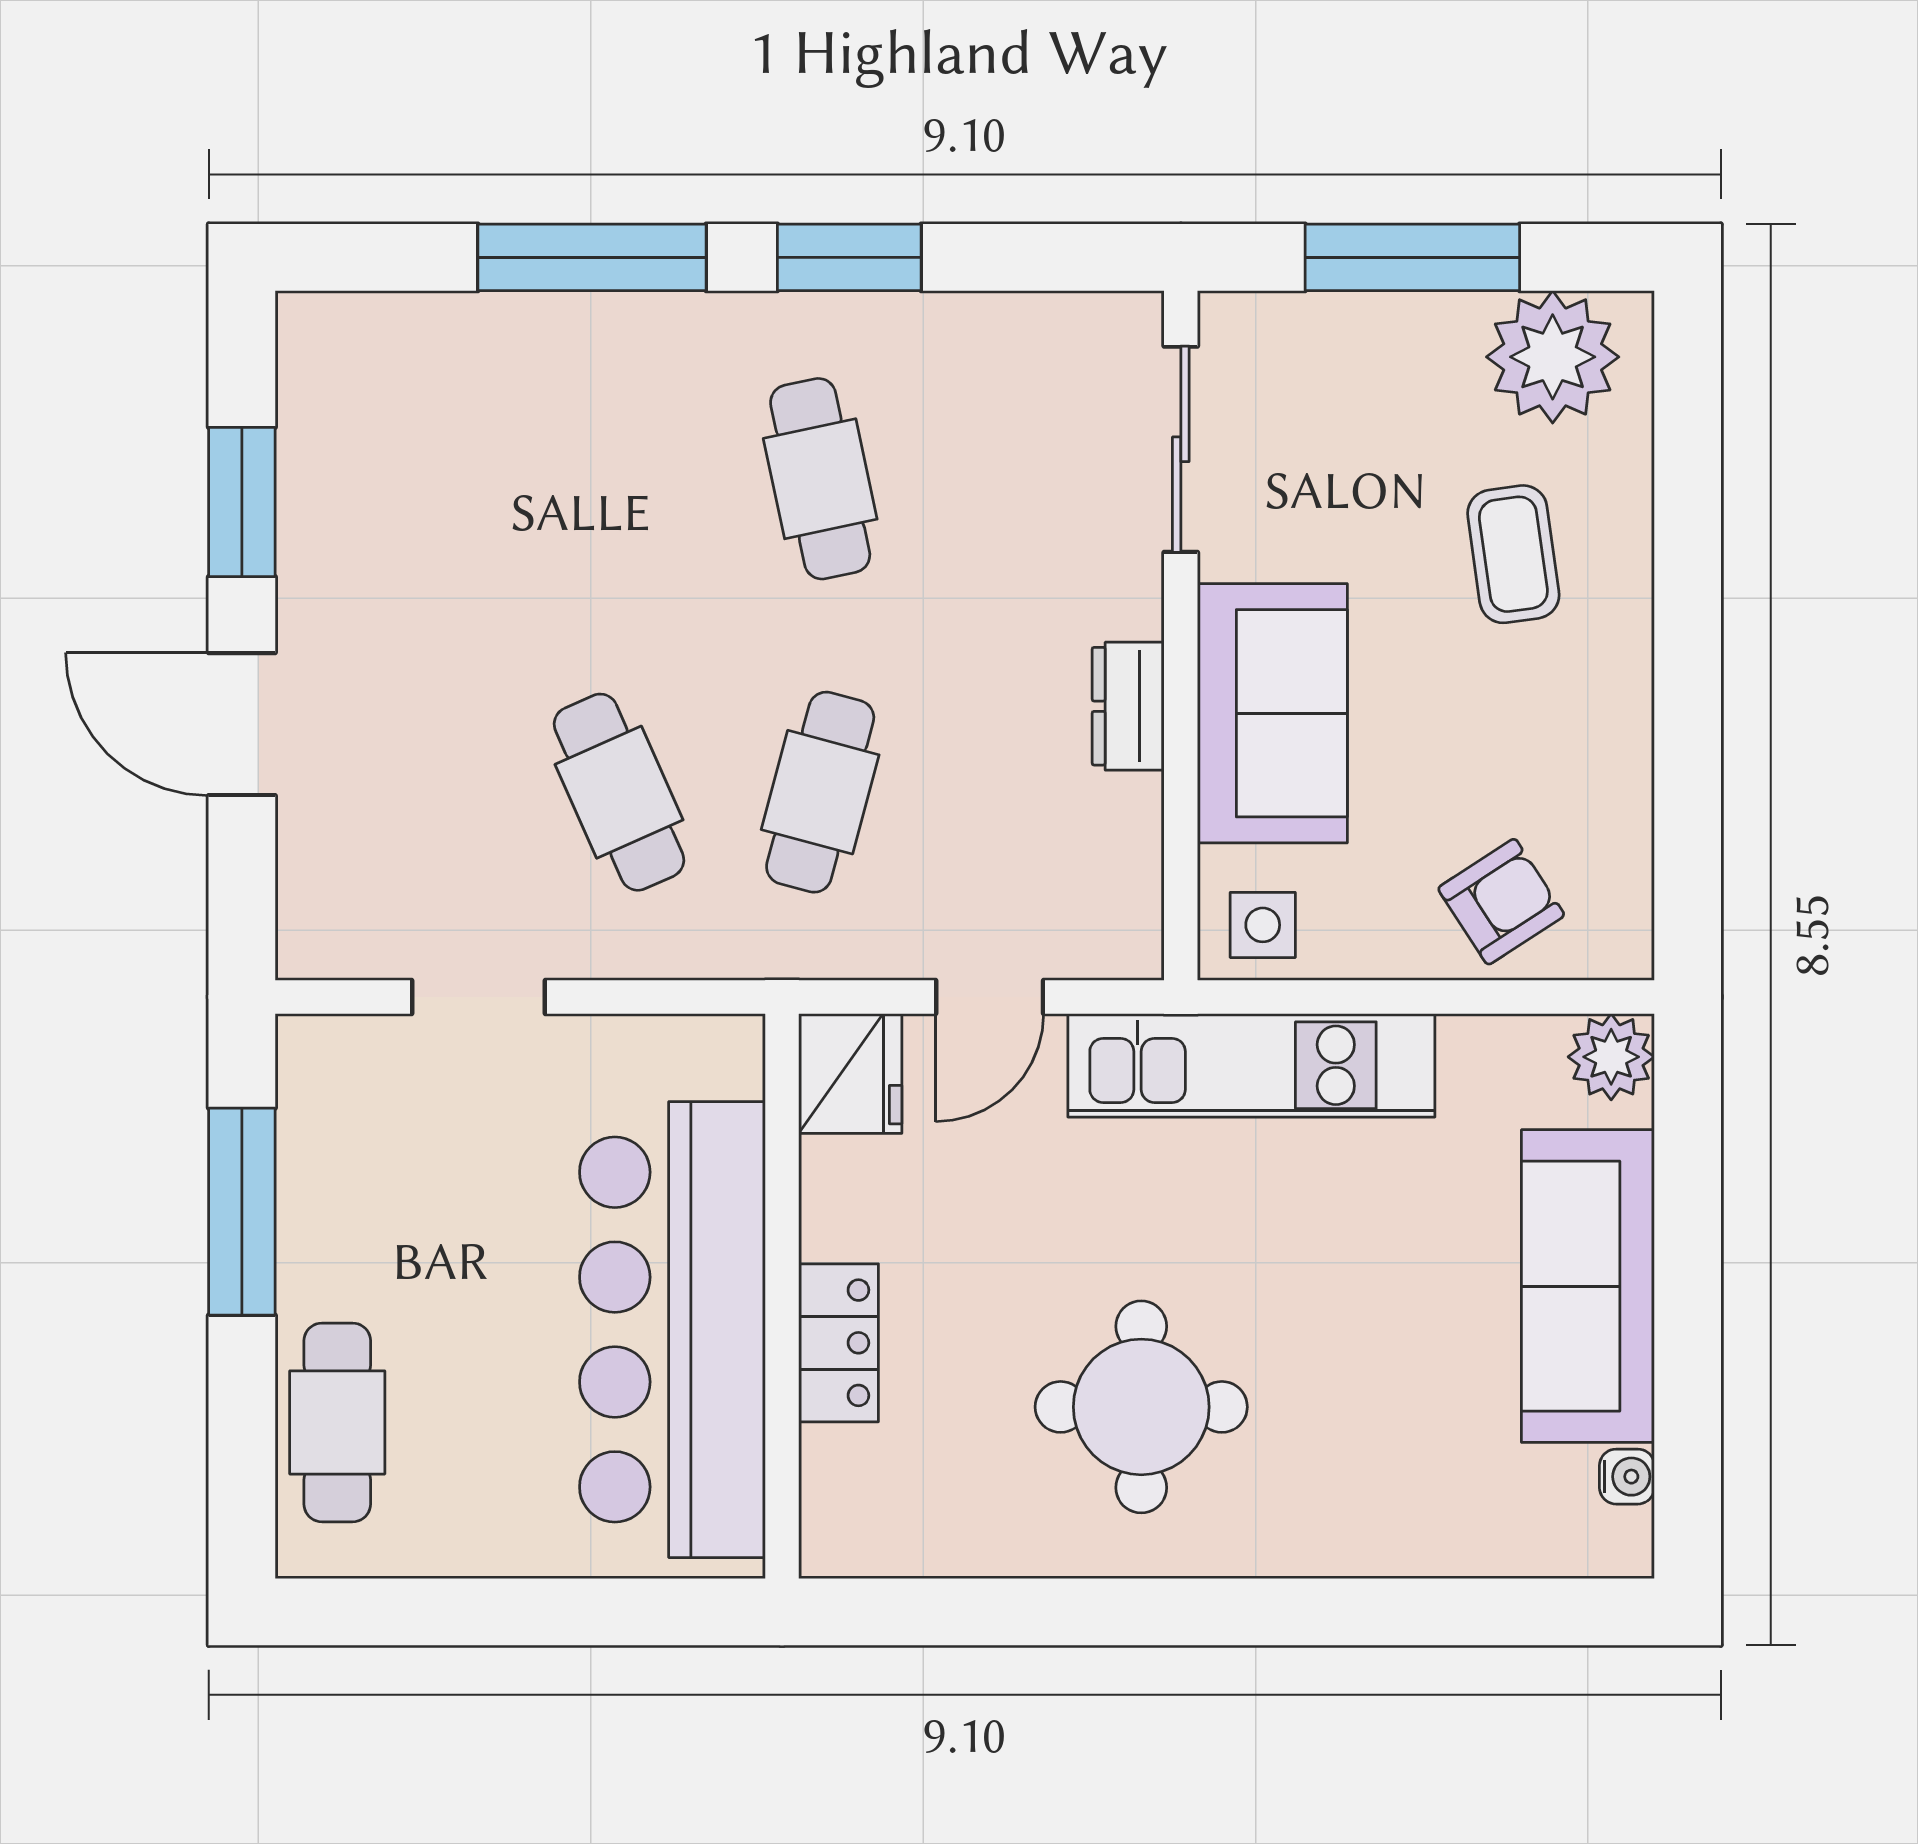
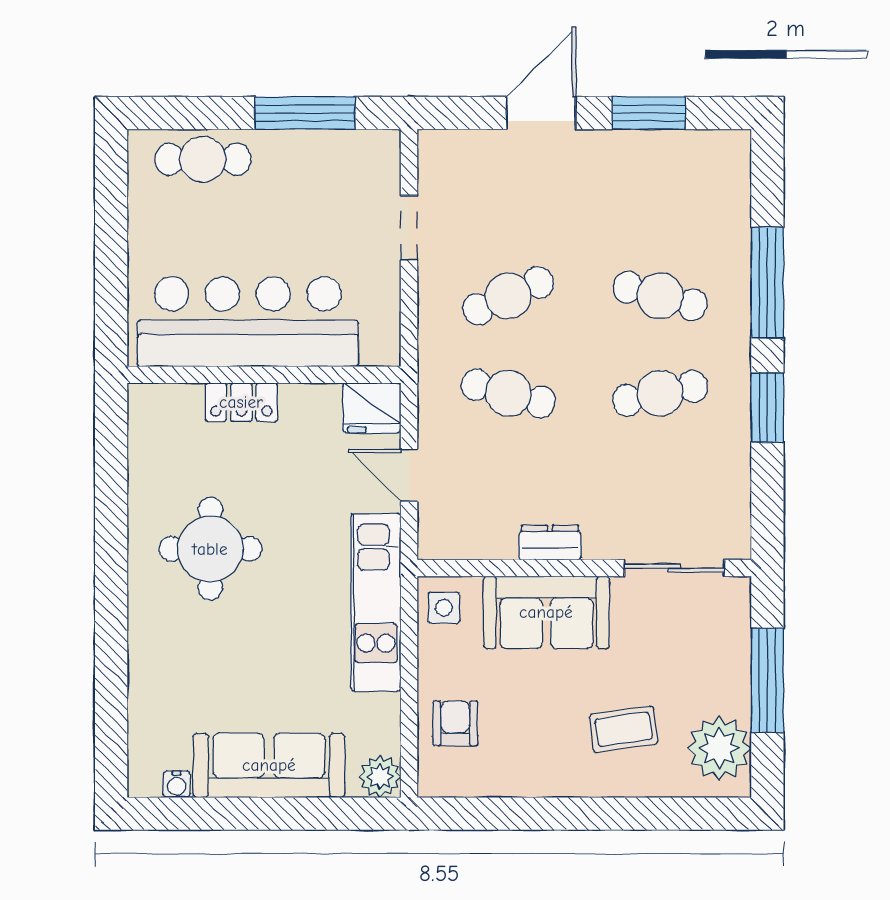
cafe table: (619, 479) -> (660, 296), added
armchair: (1501, 902) -> (455, 723), turned -147

